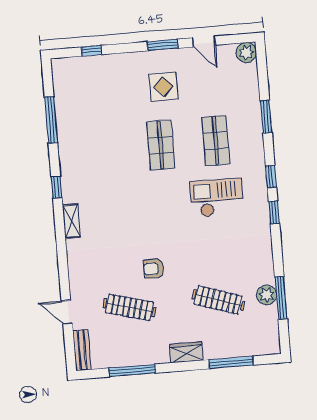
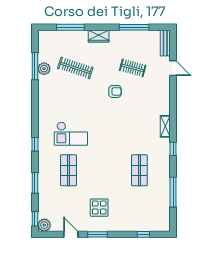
shop shelf: (161, 145) -> (139, 170), moved
window: (274, 212) -> (35, 219), moved
clothes rail: (129, 307) -> (133, 68), width x0.73

